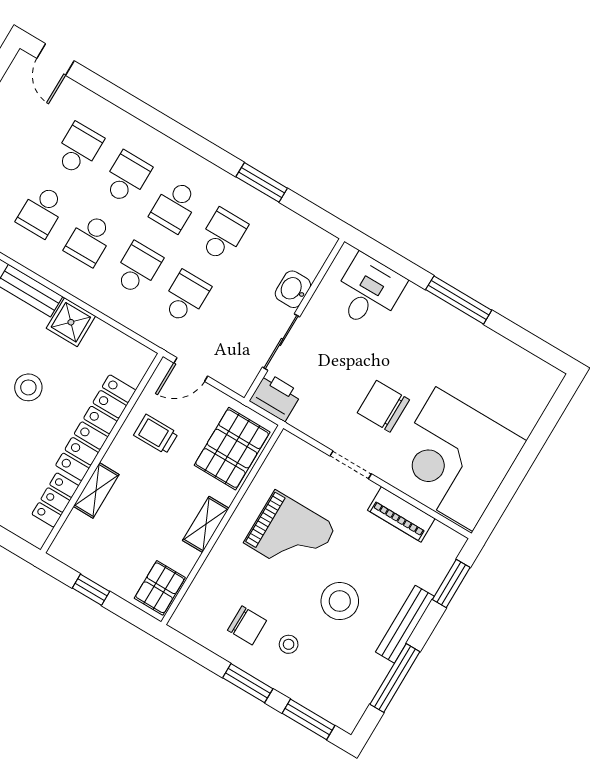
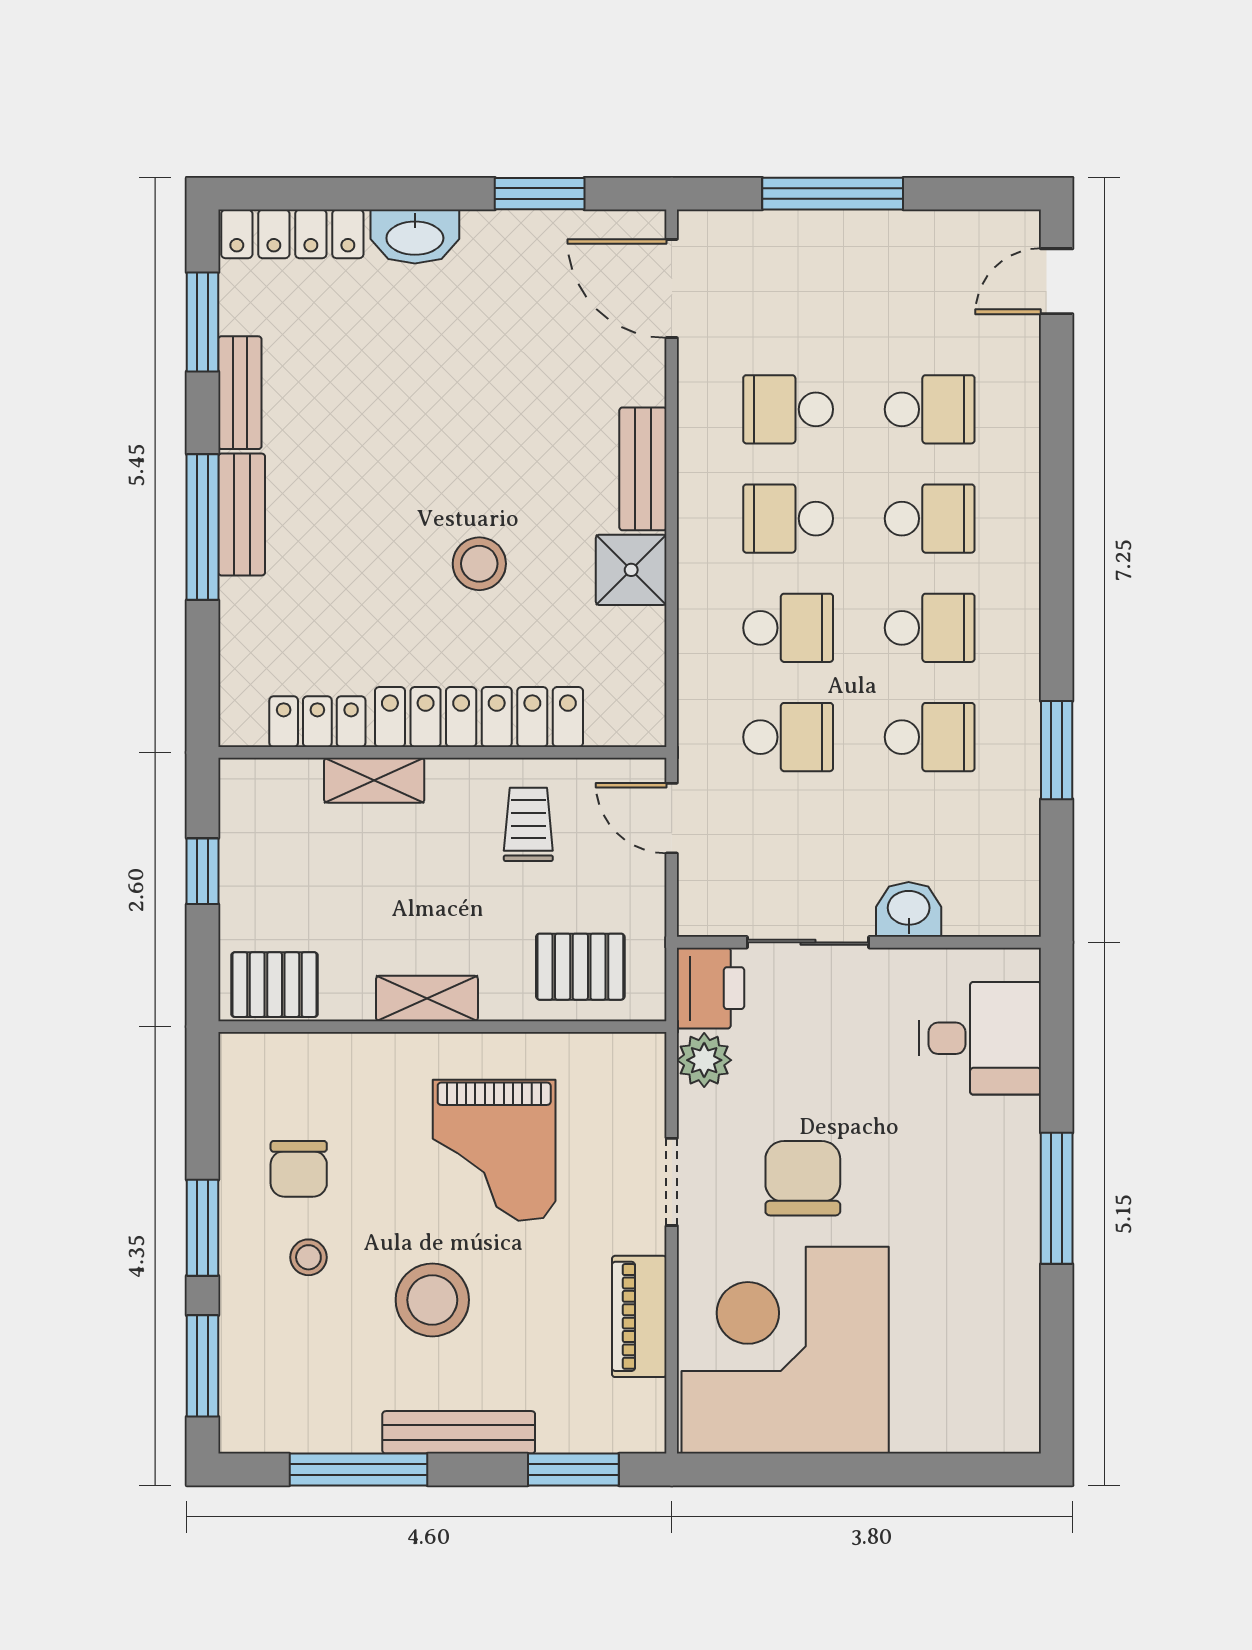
school desk: (175, 206) -> (930, 628), turned 180
plant: (306, 419) -> (704, 1060), added
pallet: (232, 449) -> (580, 967), width x0.67, depth x0.71

